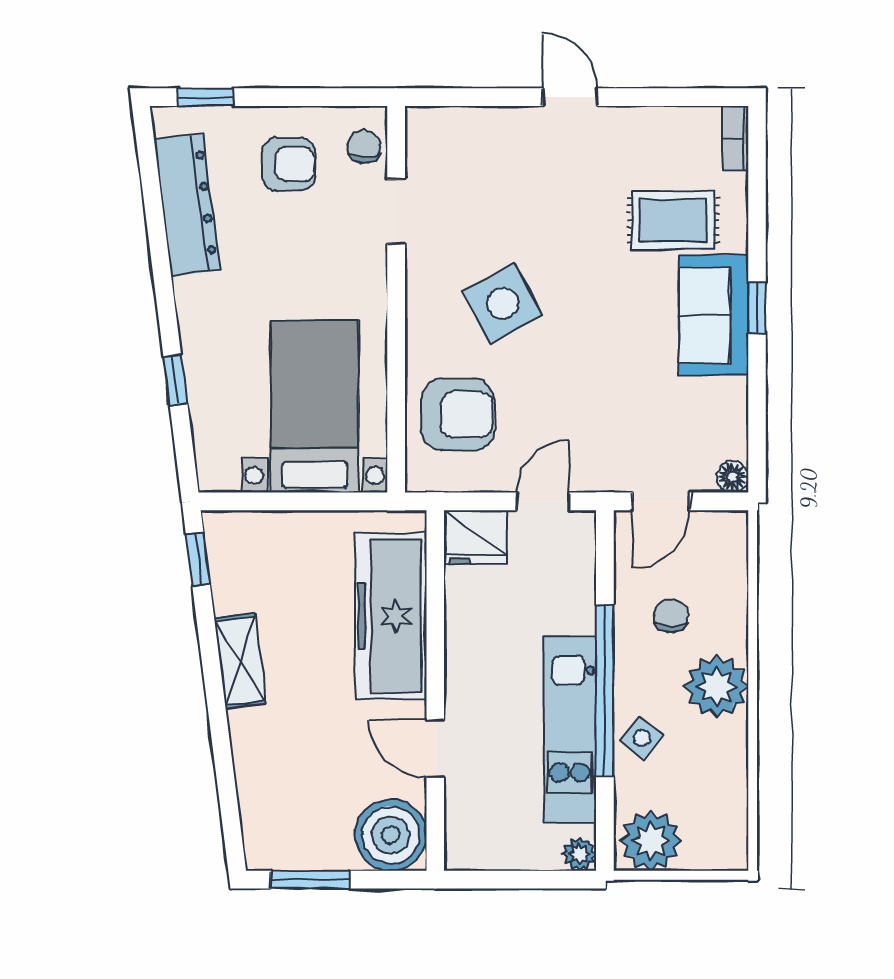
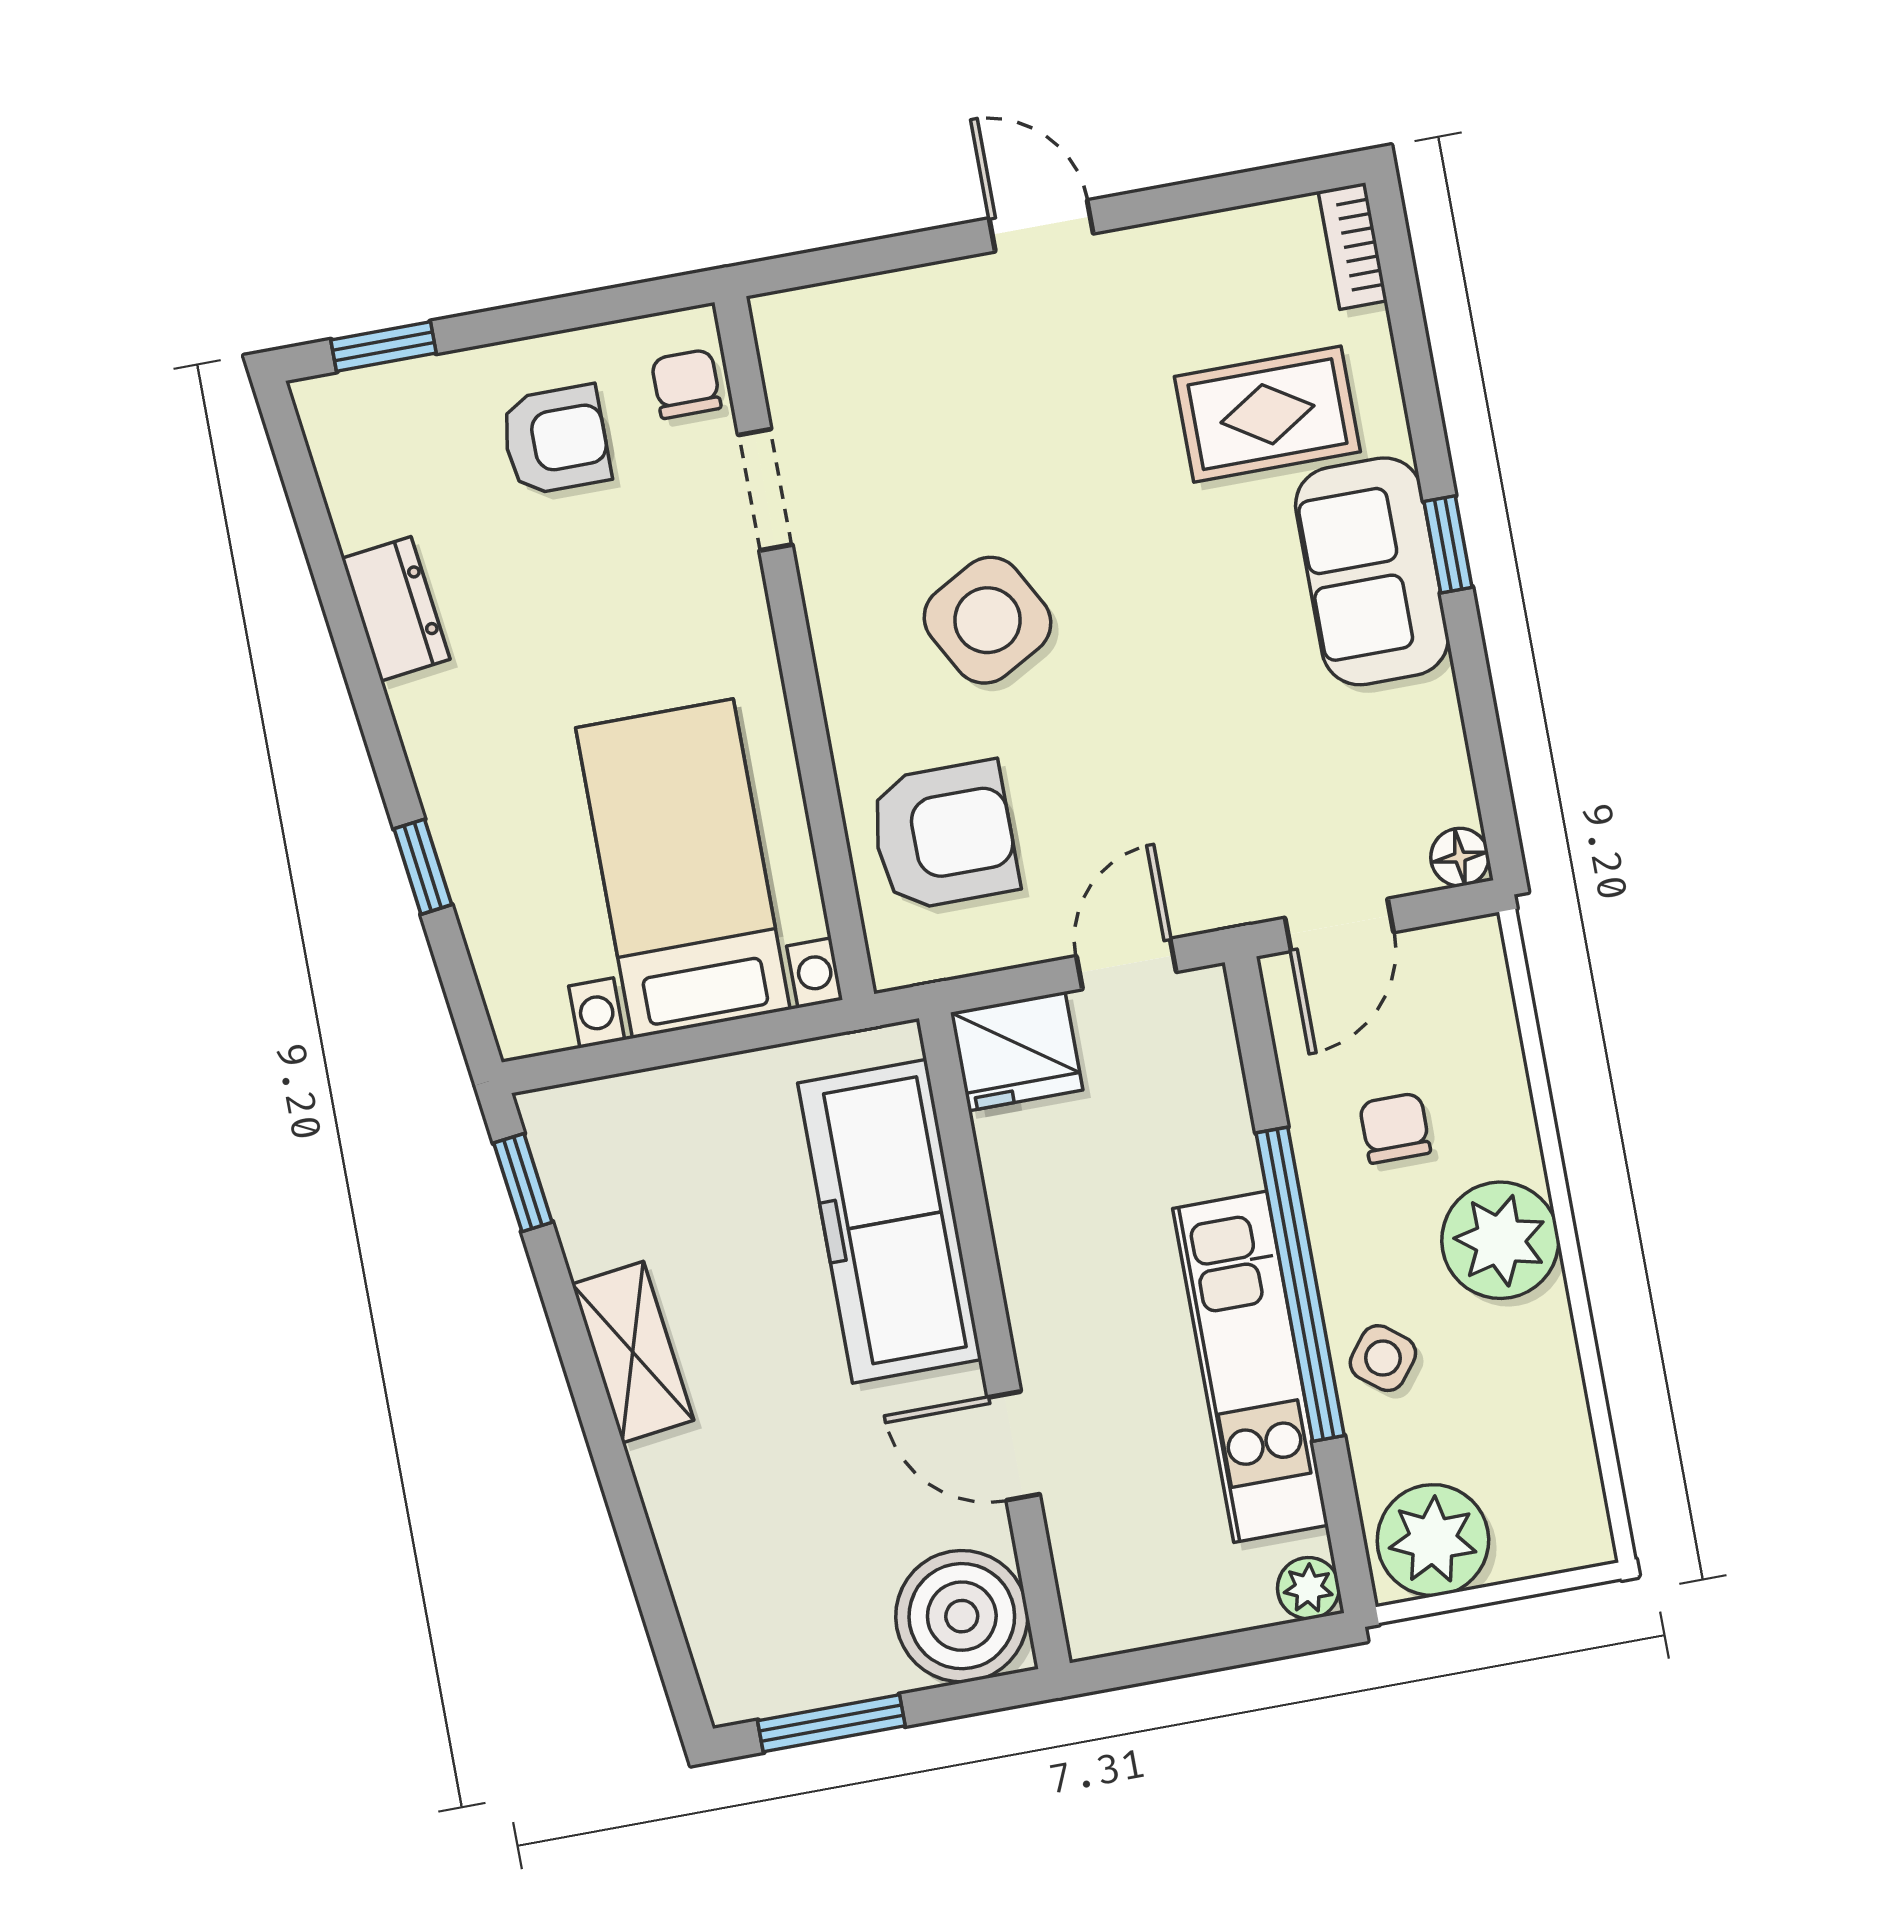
dresser: (187, 205) -> (396, 609), width x0.51, depth x0.80

